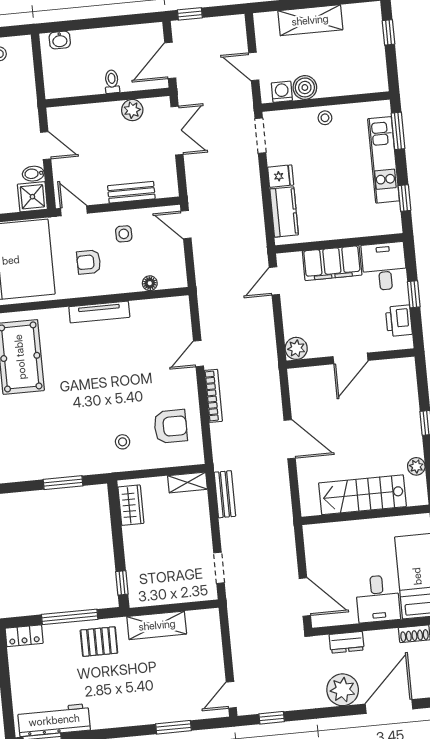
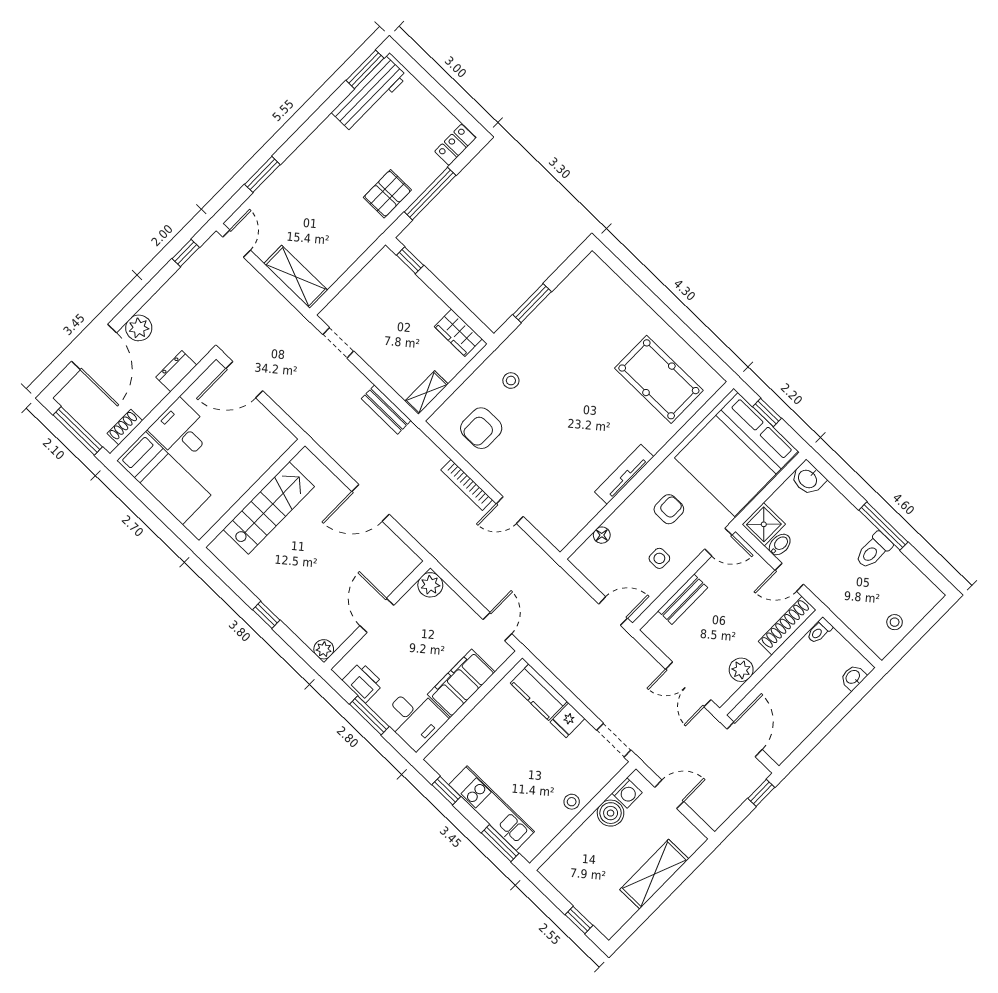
toilet: (112, 82) -> (819, 631), moved, turned 90
shoe rack: (75, 114) -> (787, 626), added
window: (414, 294) -> (369, 715), width x1.50
door: (198, 354) -> (510, 510), swing flipped
plant: (416, 466) -> (324, 649), moved
shelving: (157, 625) -> (296, 277), moved, turned 90
plant: (343, 690) -> (139, 328), width x0.73, depth x0.73

